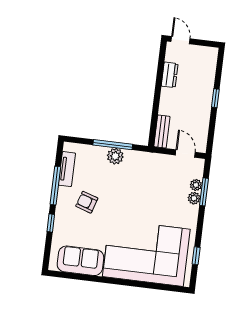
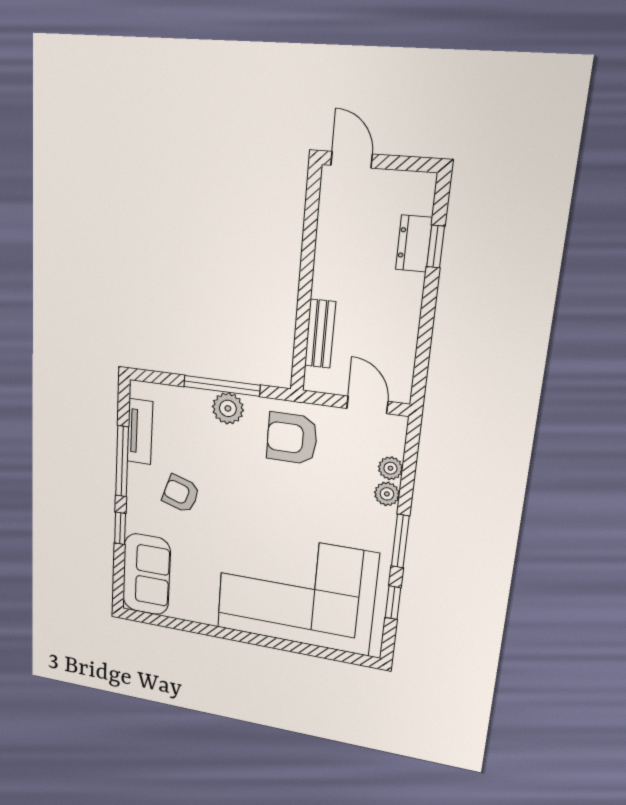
dresser: (170, 75) -> (414, 243), moved, turned 180
window: (215, 98) -> (436, 246), moved
bench: (162, 132) -> (320, 334), moved
armchair: (148, 171) -> (292, 438), added
window: (204, 192) -> (400, 541), moved
sofa: (80, 261) -> (146, 574), moved, turned 90

